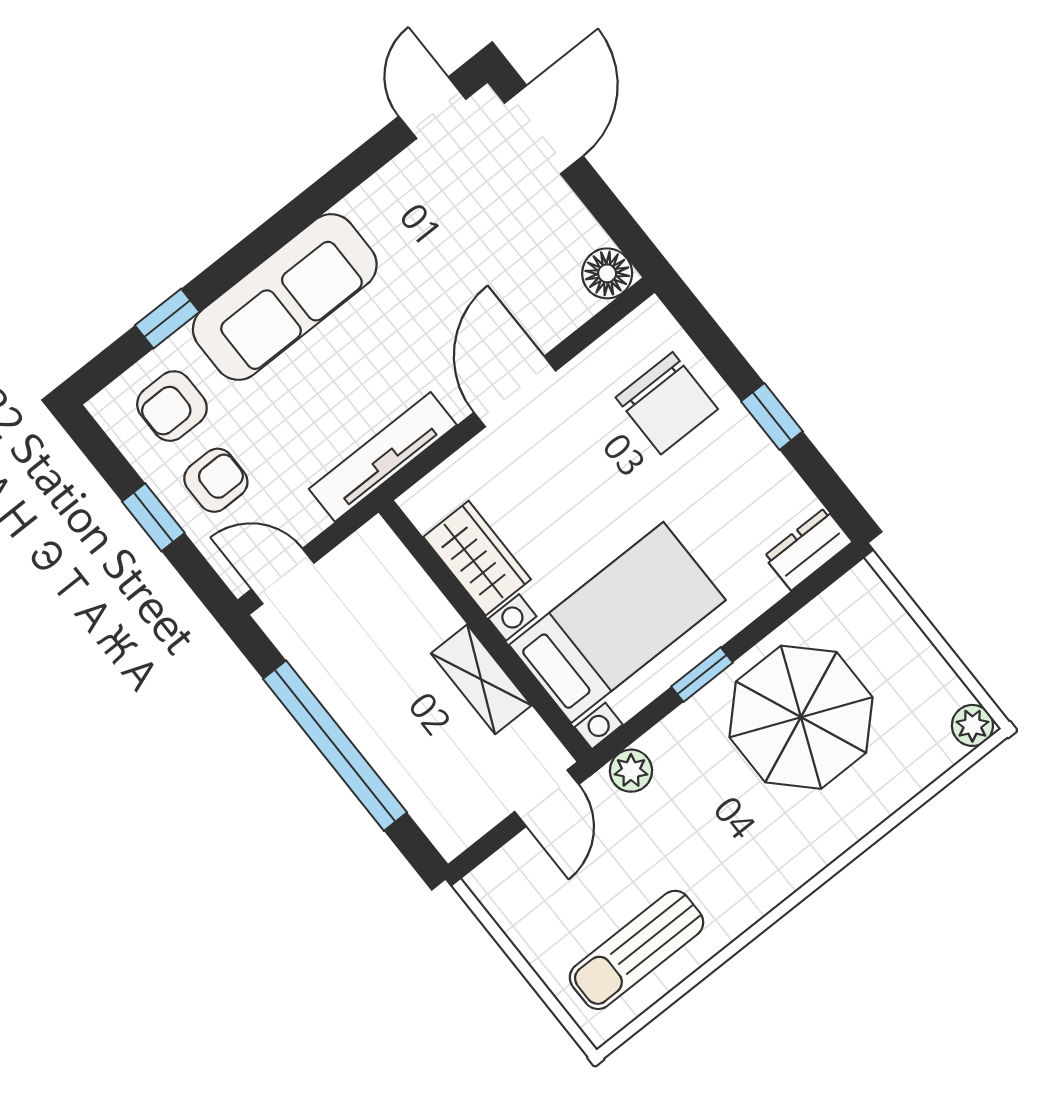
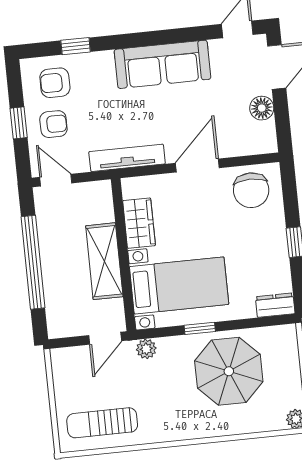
floor lamp: (607, 273) -> (262, 108), moved
sofa: (285, 297) -> (162, 64), moved
chair: (667, 403) -> (251, 190), moved
shelving: (481, 679) -> (104, 261), width x1.50, depth x1.33

